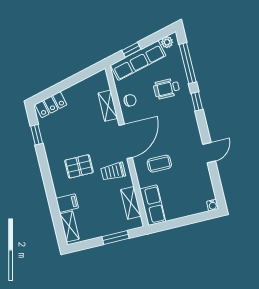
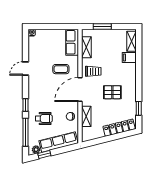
window: (131, 50) -> (44, 154), moved
locker: (51, 105) -> (119, 128), width x1.53
pallet: (79, 166) -> (112, 92), moved

